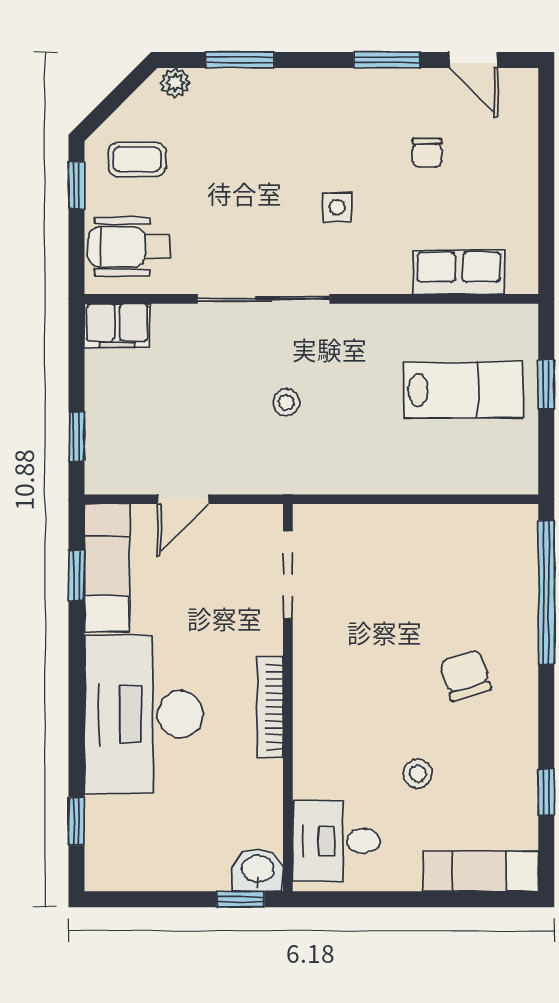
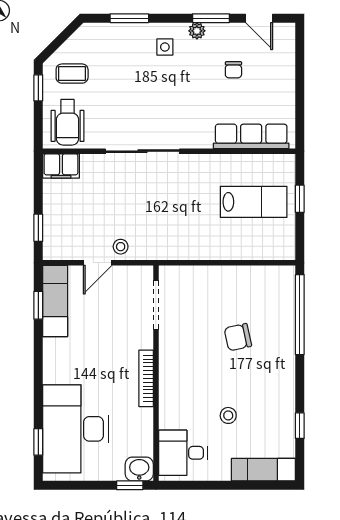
plant: (175, 83) -> (197, 31), moved
side table: (337, 207) -> (165, 47), moved
wheelchair: (129, 247) -> (68, 122), turned -90
row of seats: (459, 272) -> (251, 136), width x1.48
stool: (286, 402) -> (121, 247), moved
chair: (465, 675) -> (238, 337), moved, turned -85
desk: (144, 714) -> (76, 429), moved

